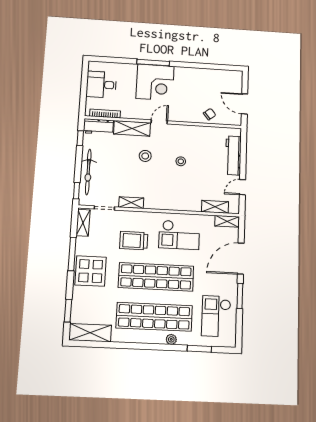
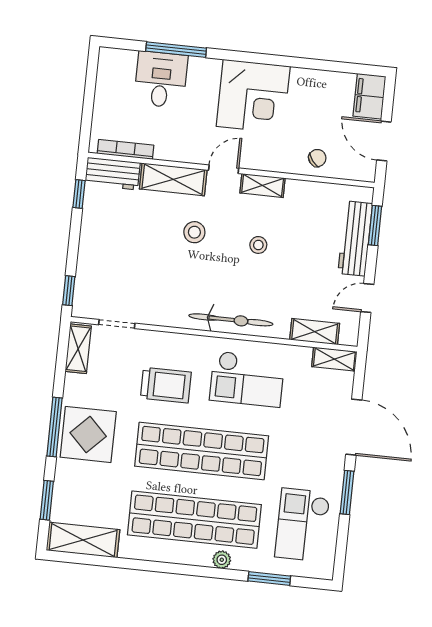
window: (153, 63) -> (176, 50), moved
filing cabinet: (235, 81) -> (369, 96), added
corner desk: (155, 82) -> (253, 96), moved
desk: (101, 85) -> (161, 80), moved, turned 90
window: (243, 148) -> (375, 225), added
bicycle: (88, 172) -> (231, 320), moved, turned -90
shelving: (131, 203) -> (263, 185), moved
trolley: (134, 241) -> (166, 385), turned 180
window: (72, 254) -> (54, 427), moved
door: (241, 259) -> (354, 427), swing flipped

